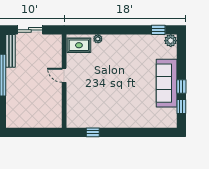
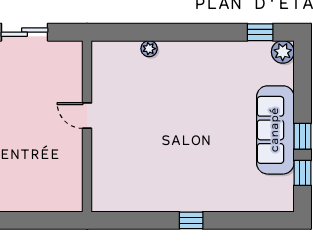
rug: (79, 45) -> (114, 60), removed
window: (93, 132) -> (191, 220), moved

